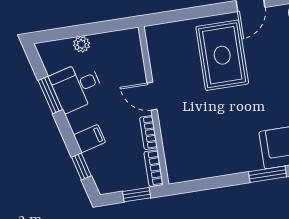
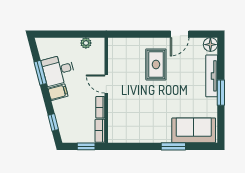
plant: (82, 44) -> (86, 43), moved
rug: (222, 55) -> (156, 64), width x0.73, depth x0.70
filing cabinet: (90, 139) -> (58, 92), moved

